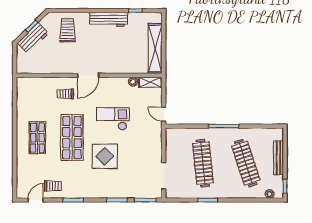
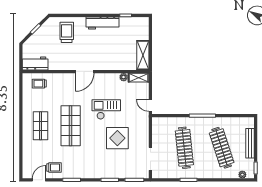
workbench: (33, 38) -> (35, 63), moved, turned -135
shelving: (155, 48) -> (143, 55), width x0.68
trolley: (65, 94) -> (39, 84), moved
display table: (105, 156) -> (117, 138), moved

